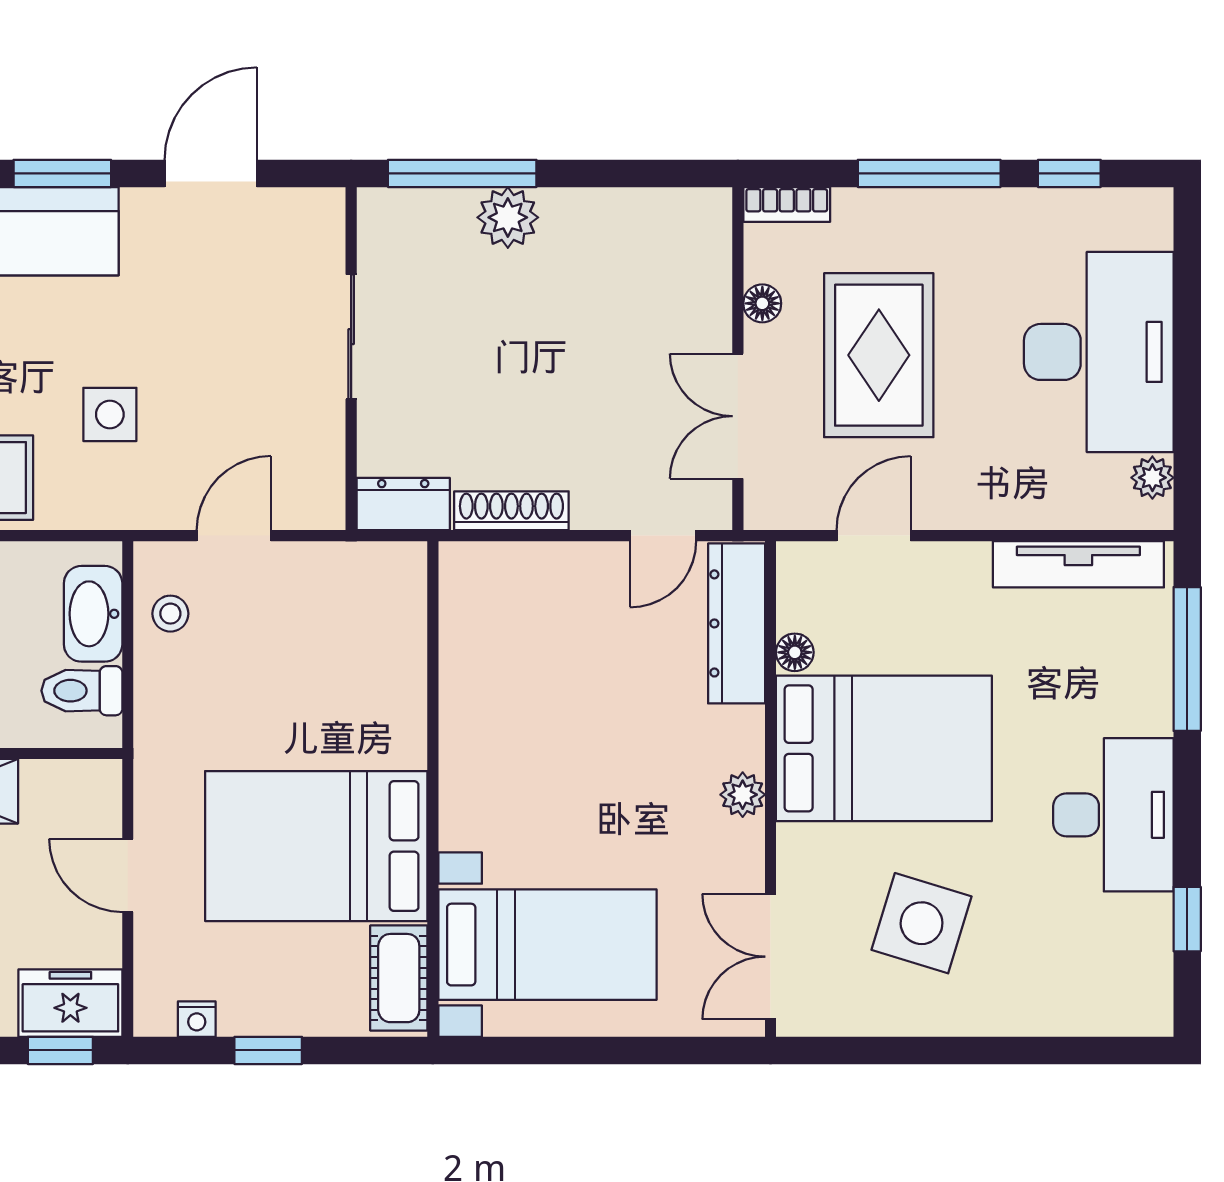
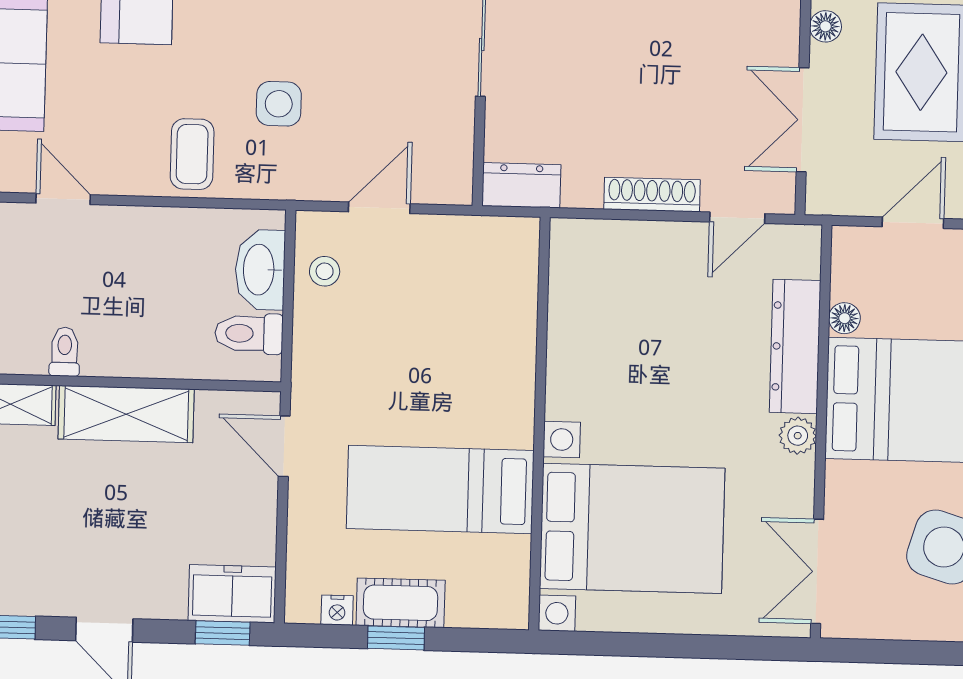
shoe rack: (511, 511) -> (652, 195), moved
dresser: (737, 623) -> (795, 346), moved
bed: (316, 846) -> (440, 489), width x0.67
door: (128, 875) -> (284, 446), moved
bed with nightstands: (547, 945) -> (632, 528), width x1.36
cot: (399, 978) -> (401, 603), moved, turned 90

